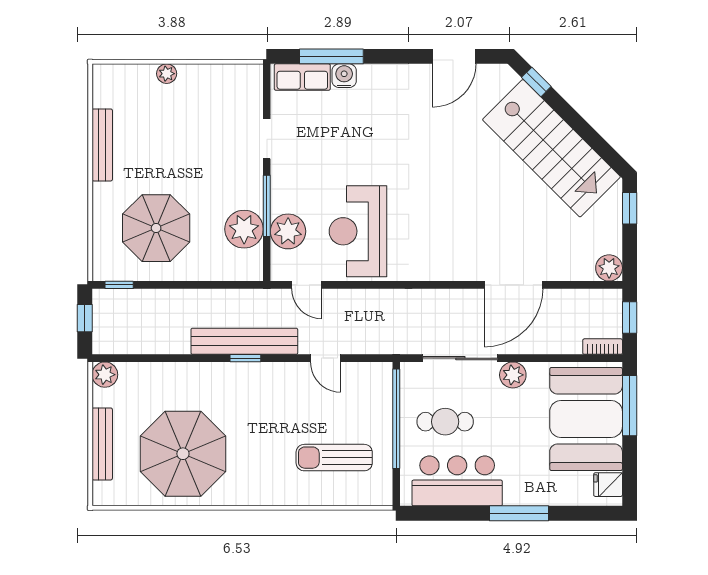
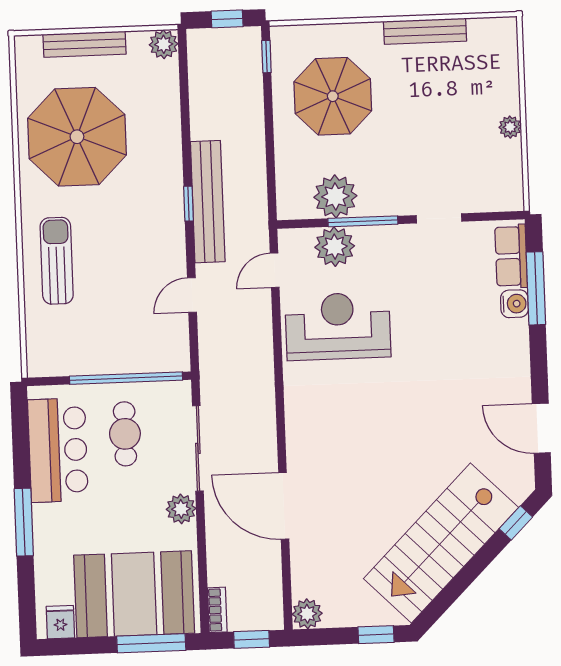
plant: (167, 74) -> (510, 127), moved
sun lounger: (334, 458) -> (57, 261), moved

